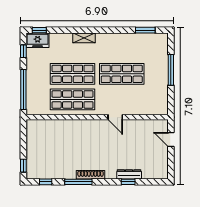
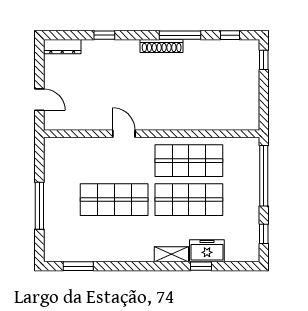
window: (39, 30) -> (201, 266), moved
freezer: (38, 40) -> (207, 251), moved
dresser: (129, 174) -> (62, 47), moved

